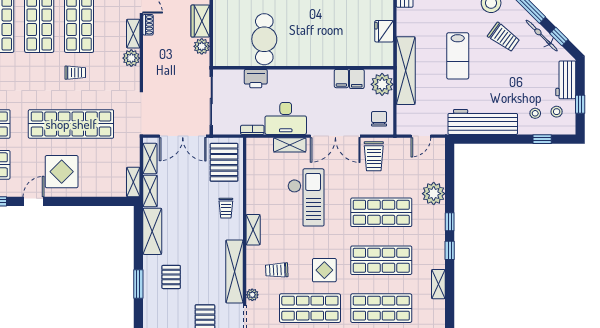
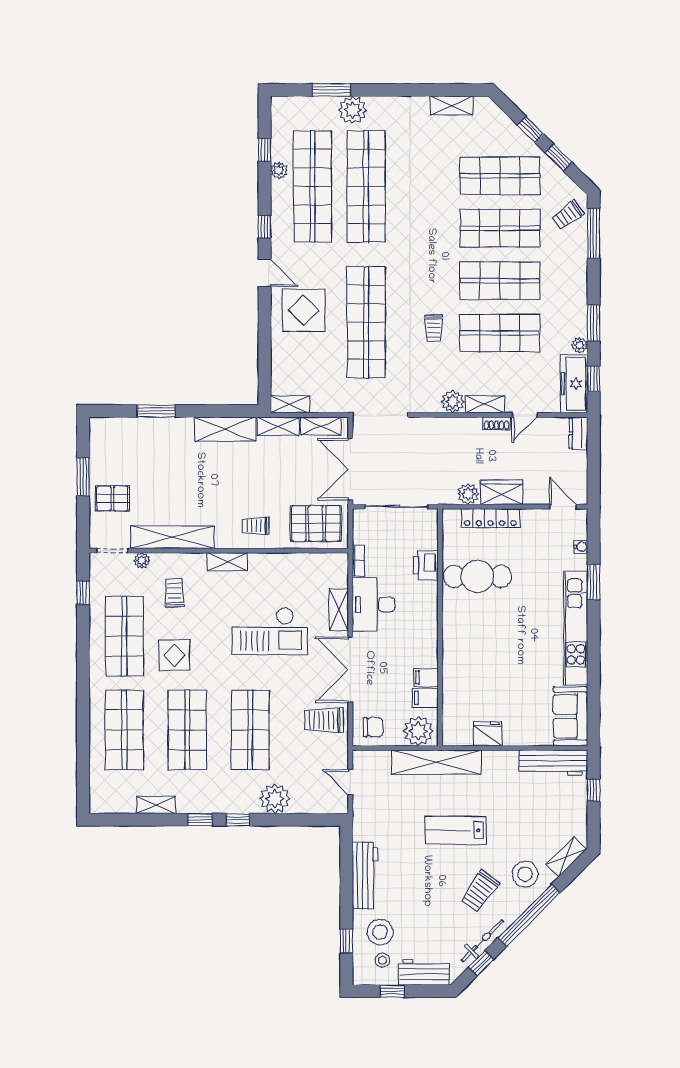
locker: (220, 29) -> (490, 518), added
stool: (535, 113) -> (380, 932), width x1.89, depth x1.89
workbench: (483, 122) -> (365, 875), width x0.73, depth x0.76
pallet: (171, 277) -> (165, 454), removed

